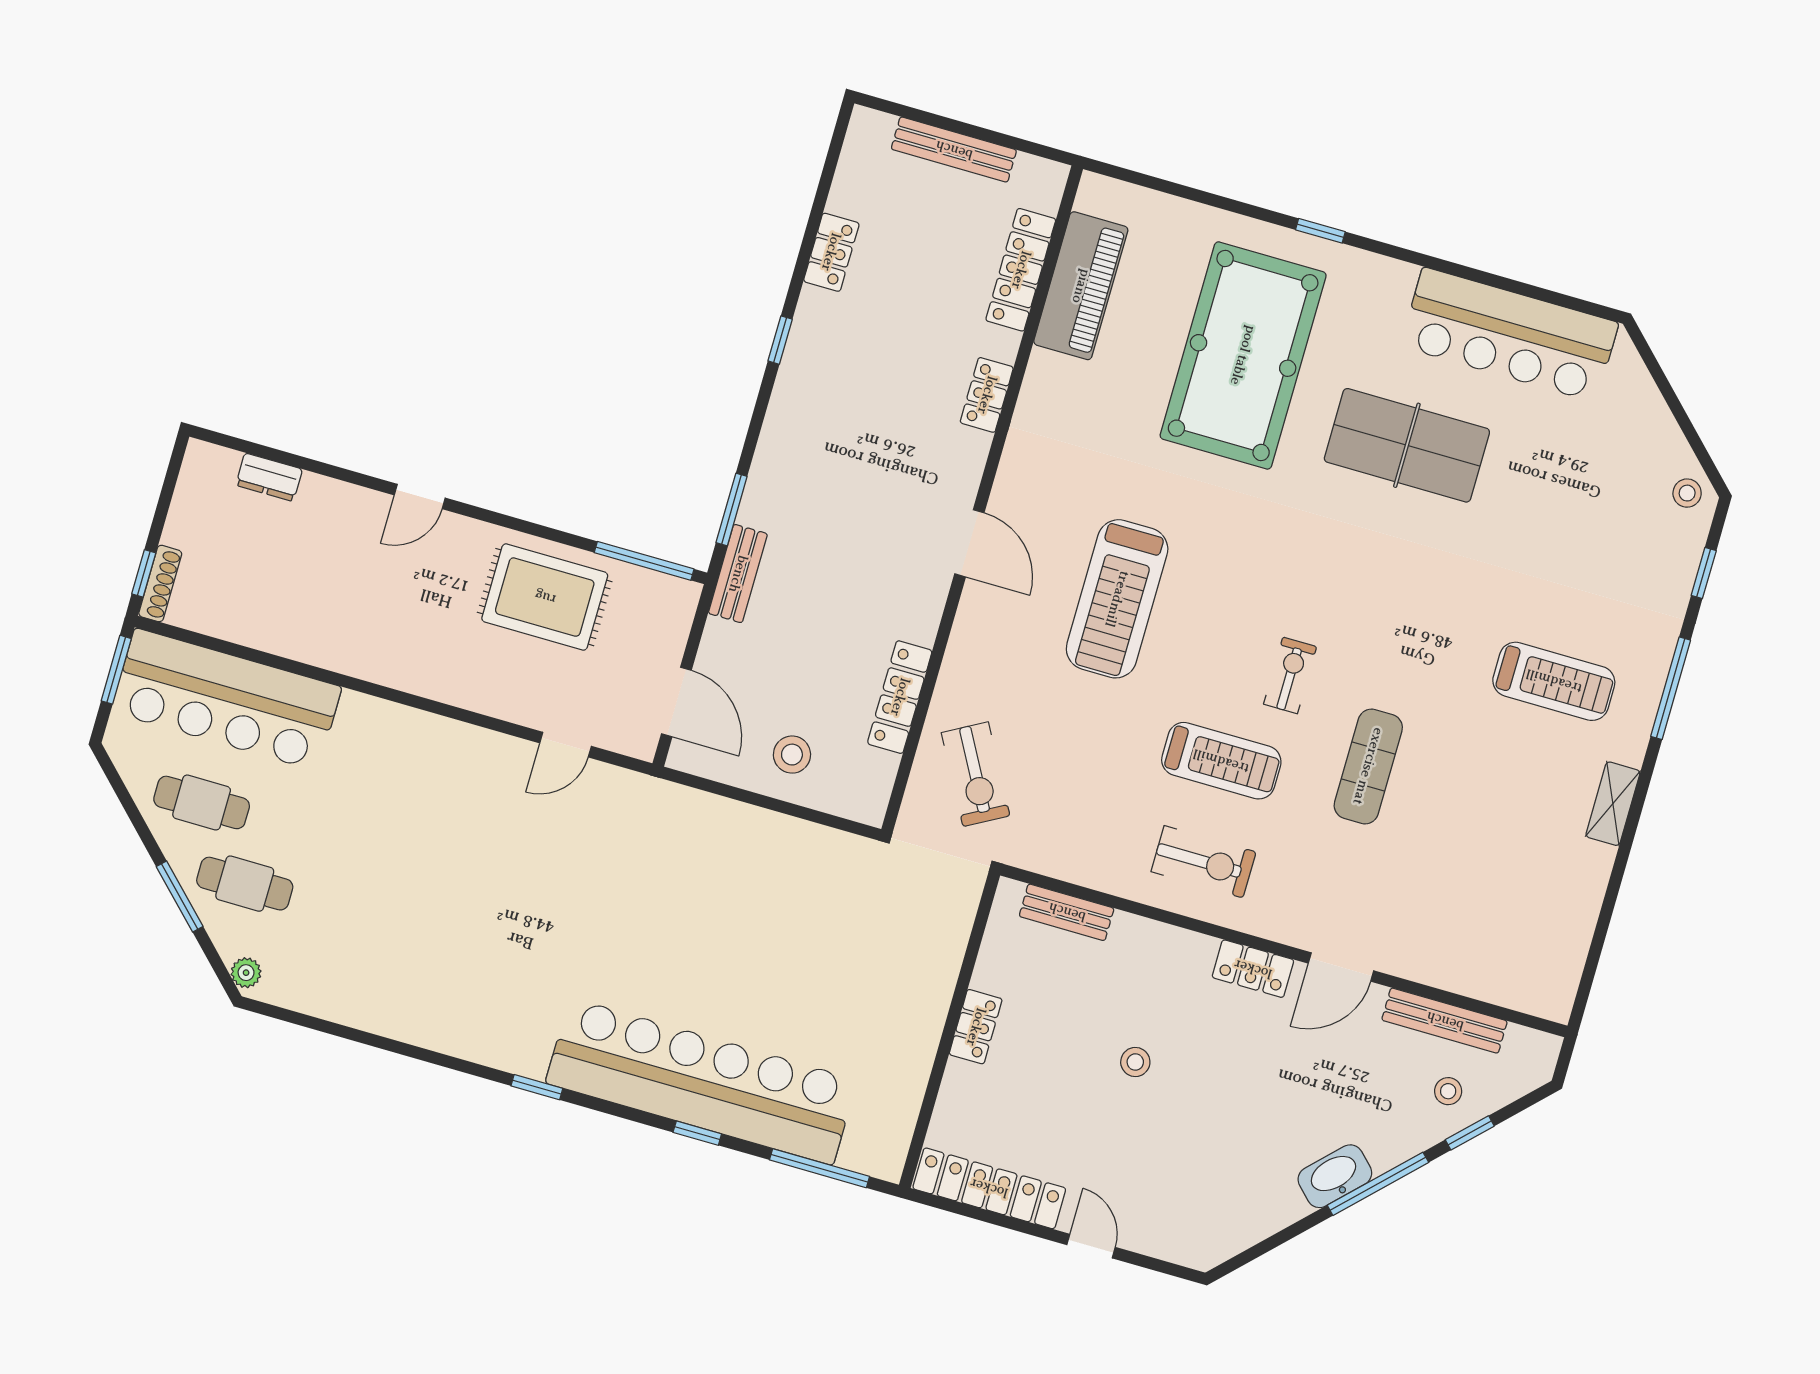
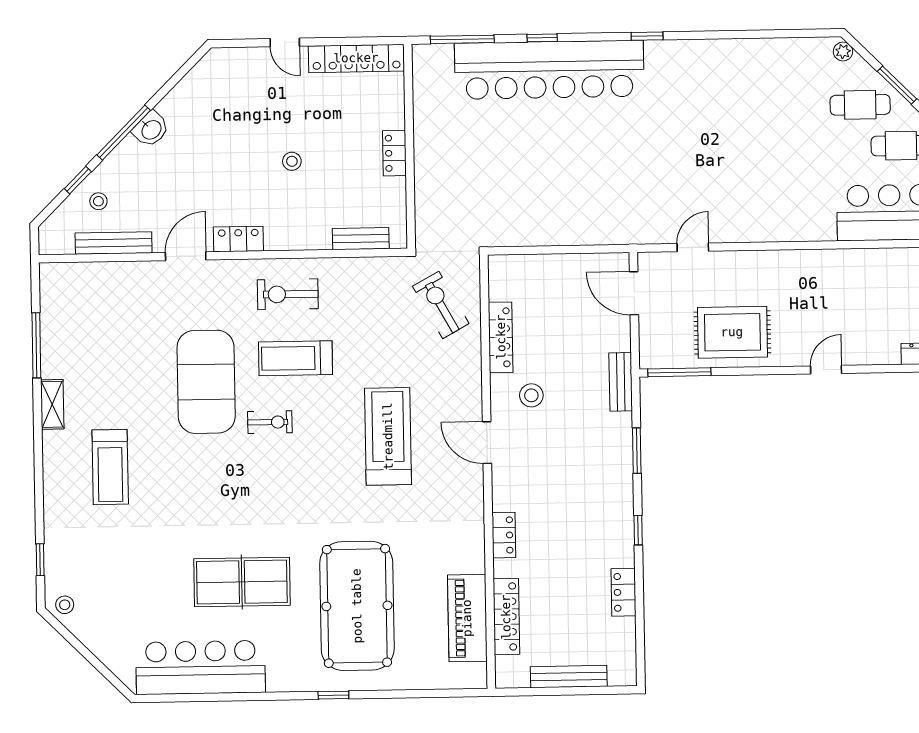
window: (732, 510) -> (637, 451), moved
exercise bike: (1290, 675) -> (270, 422), turned -90
treadmill: (1554, 681) -> (110, 467), turned -90
window: (1671, 688) -> (36, 345), moved
stool: (792, 755) -> (531, 395), moved
exercise mat: (1368, 766) -> (206, 382), width x2.00, depth x1.45
washbasin: (1335, 1176) -> (151, 129), width x0.72

